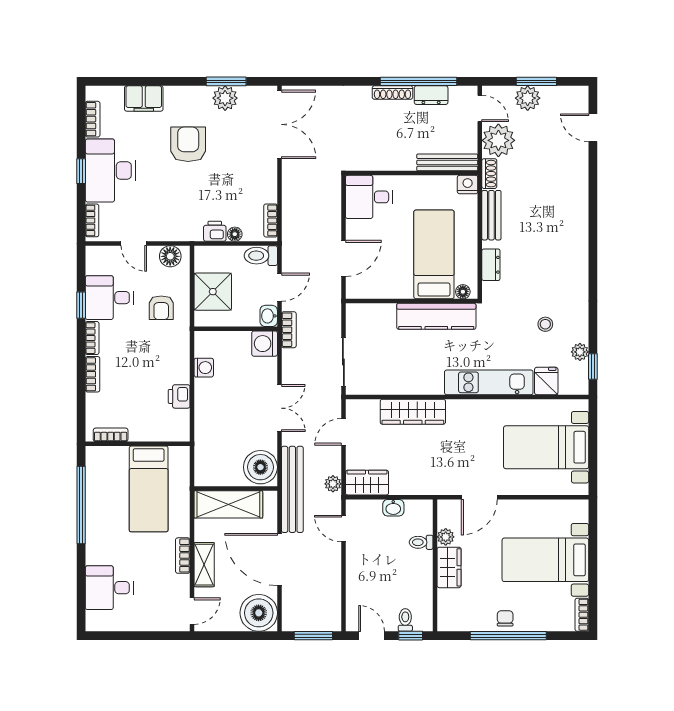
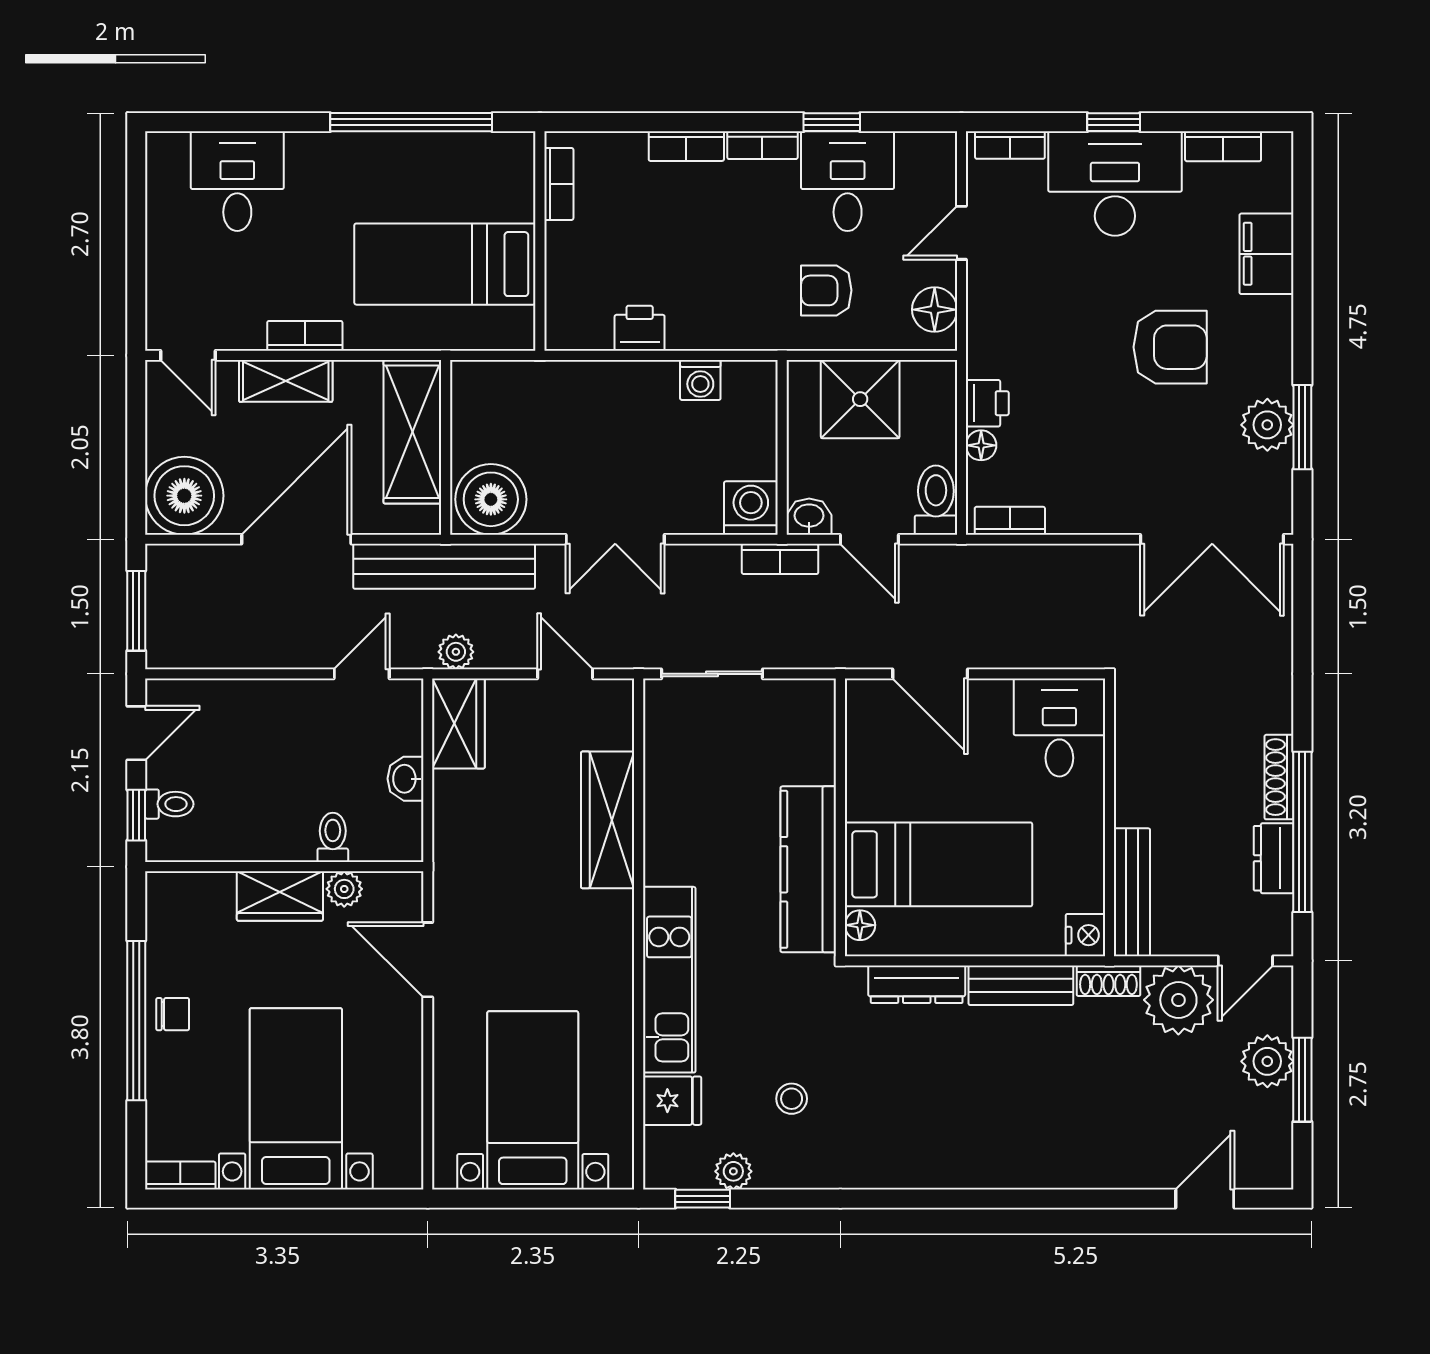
dresser: (491, 265) -> (917, 984), width x1.44

